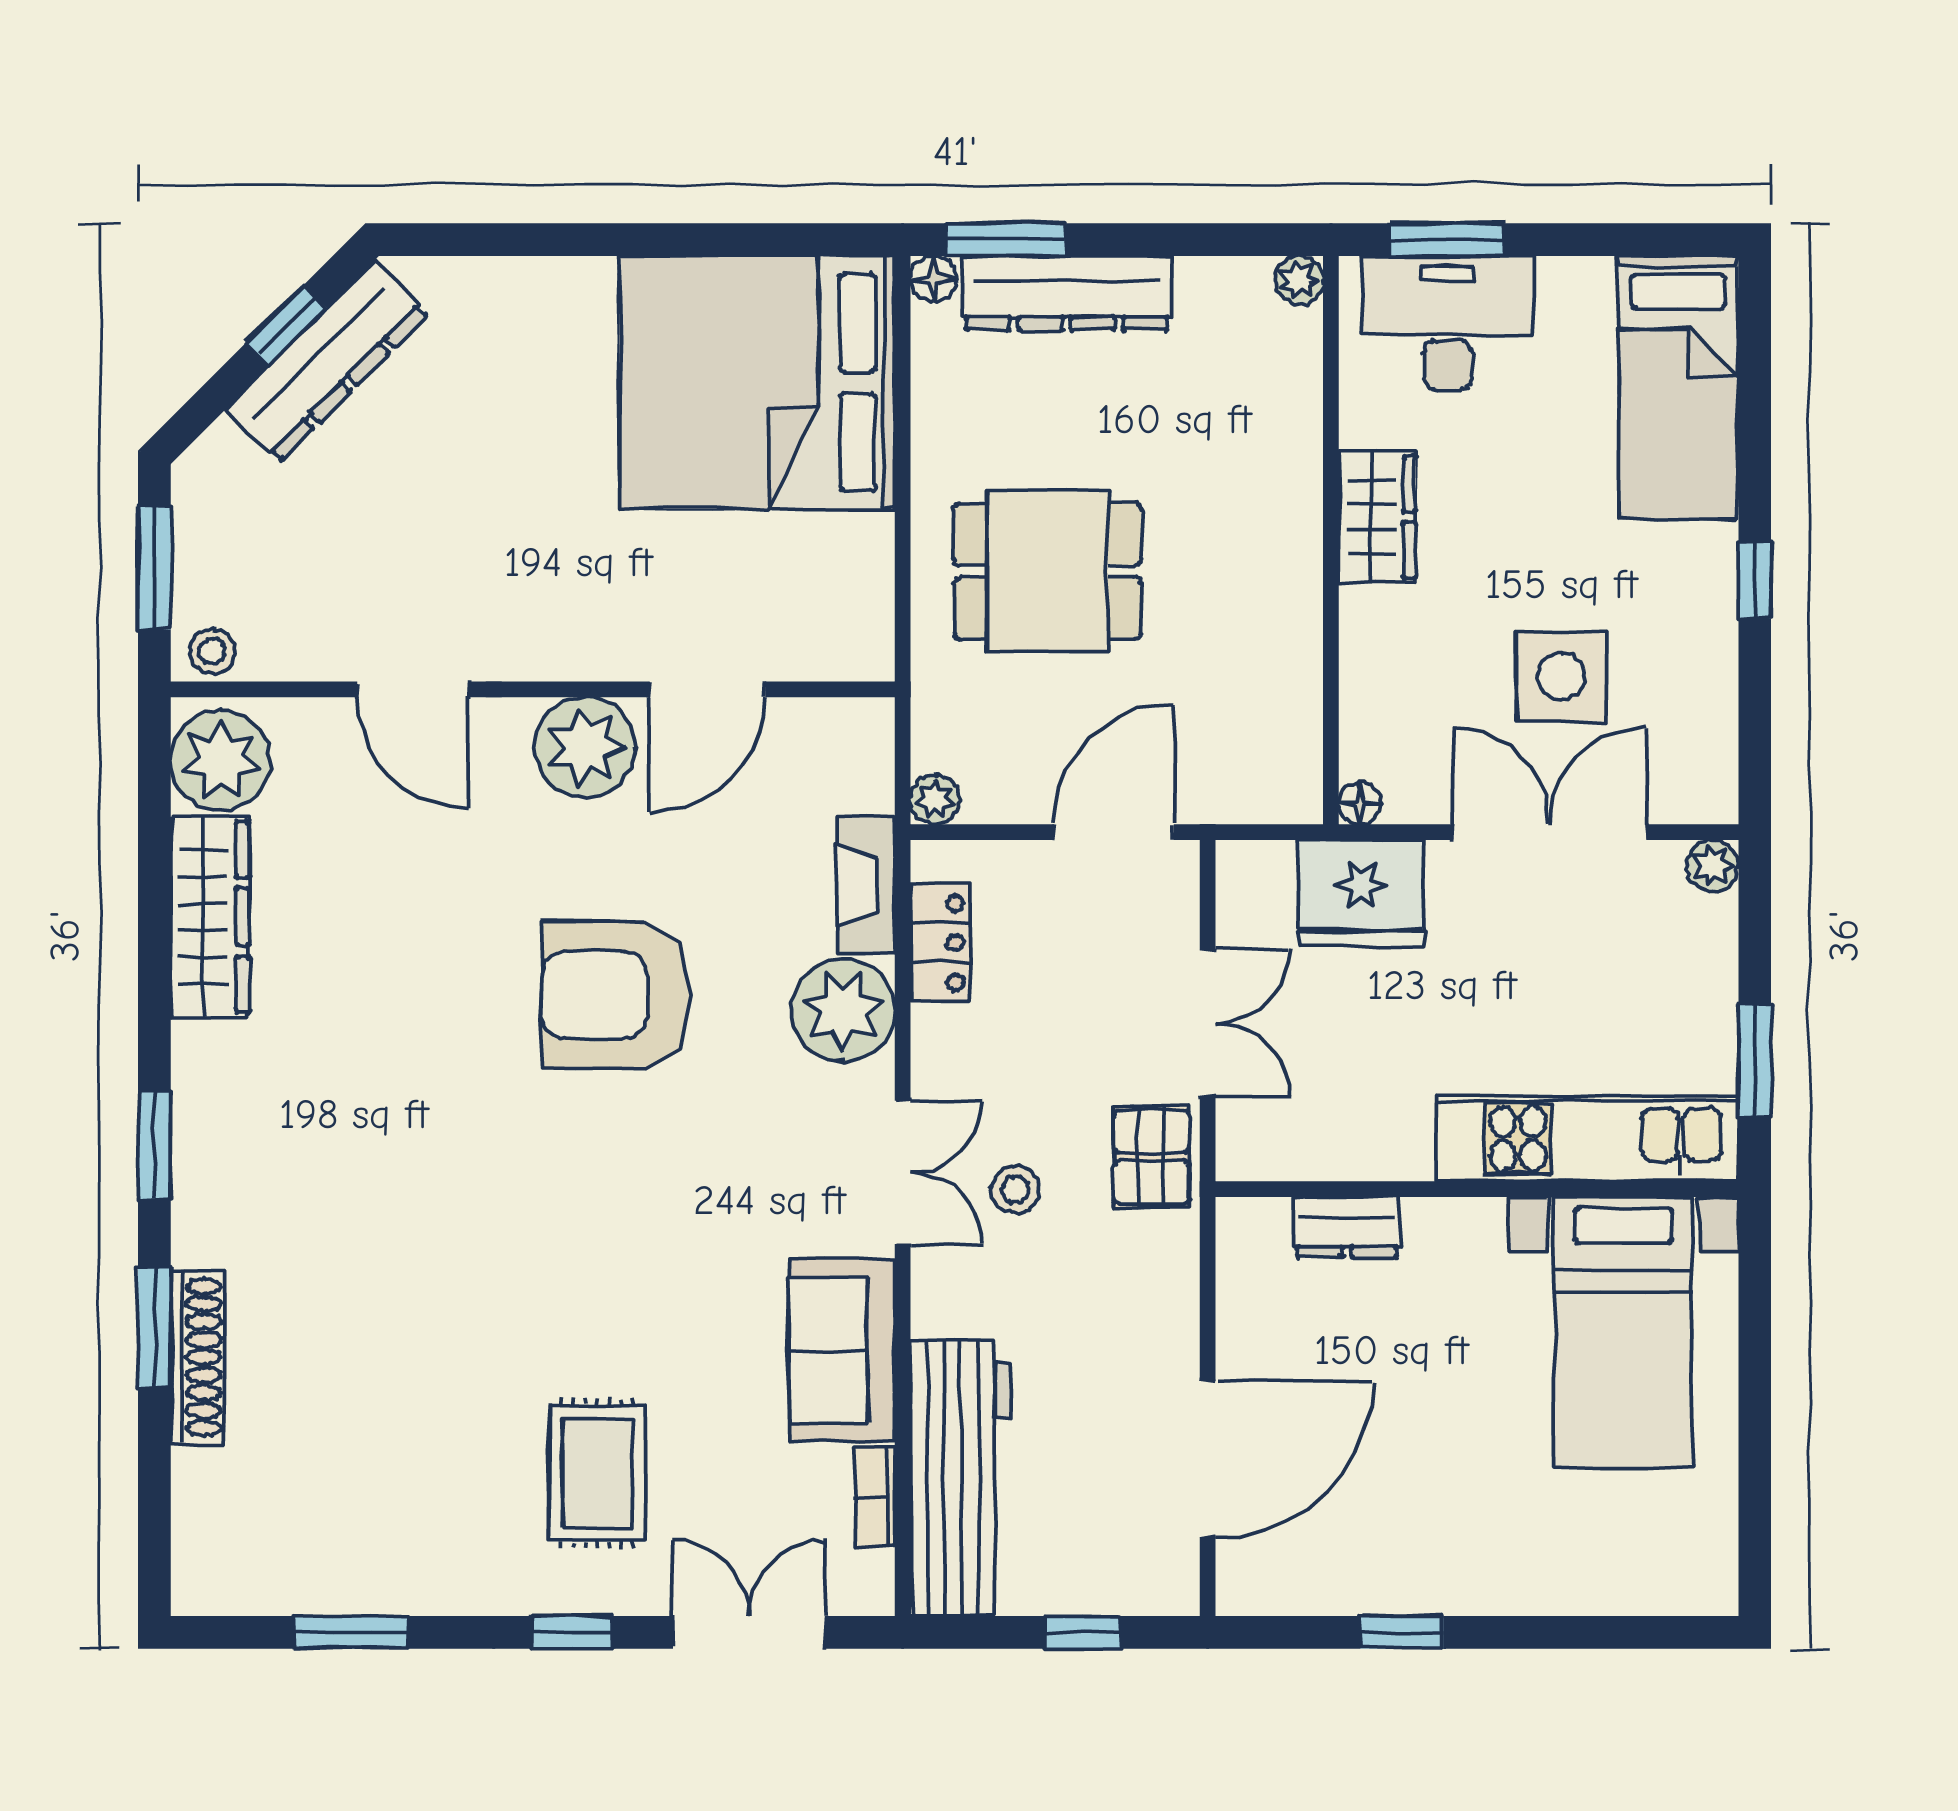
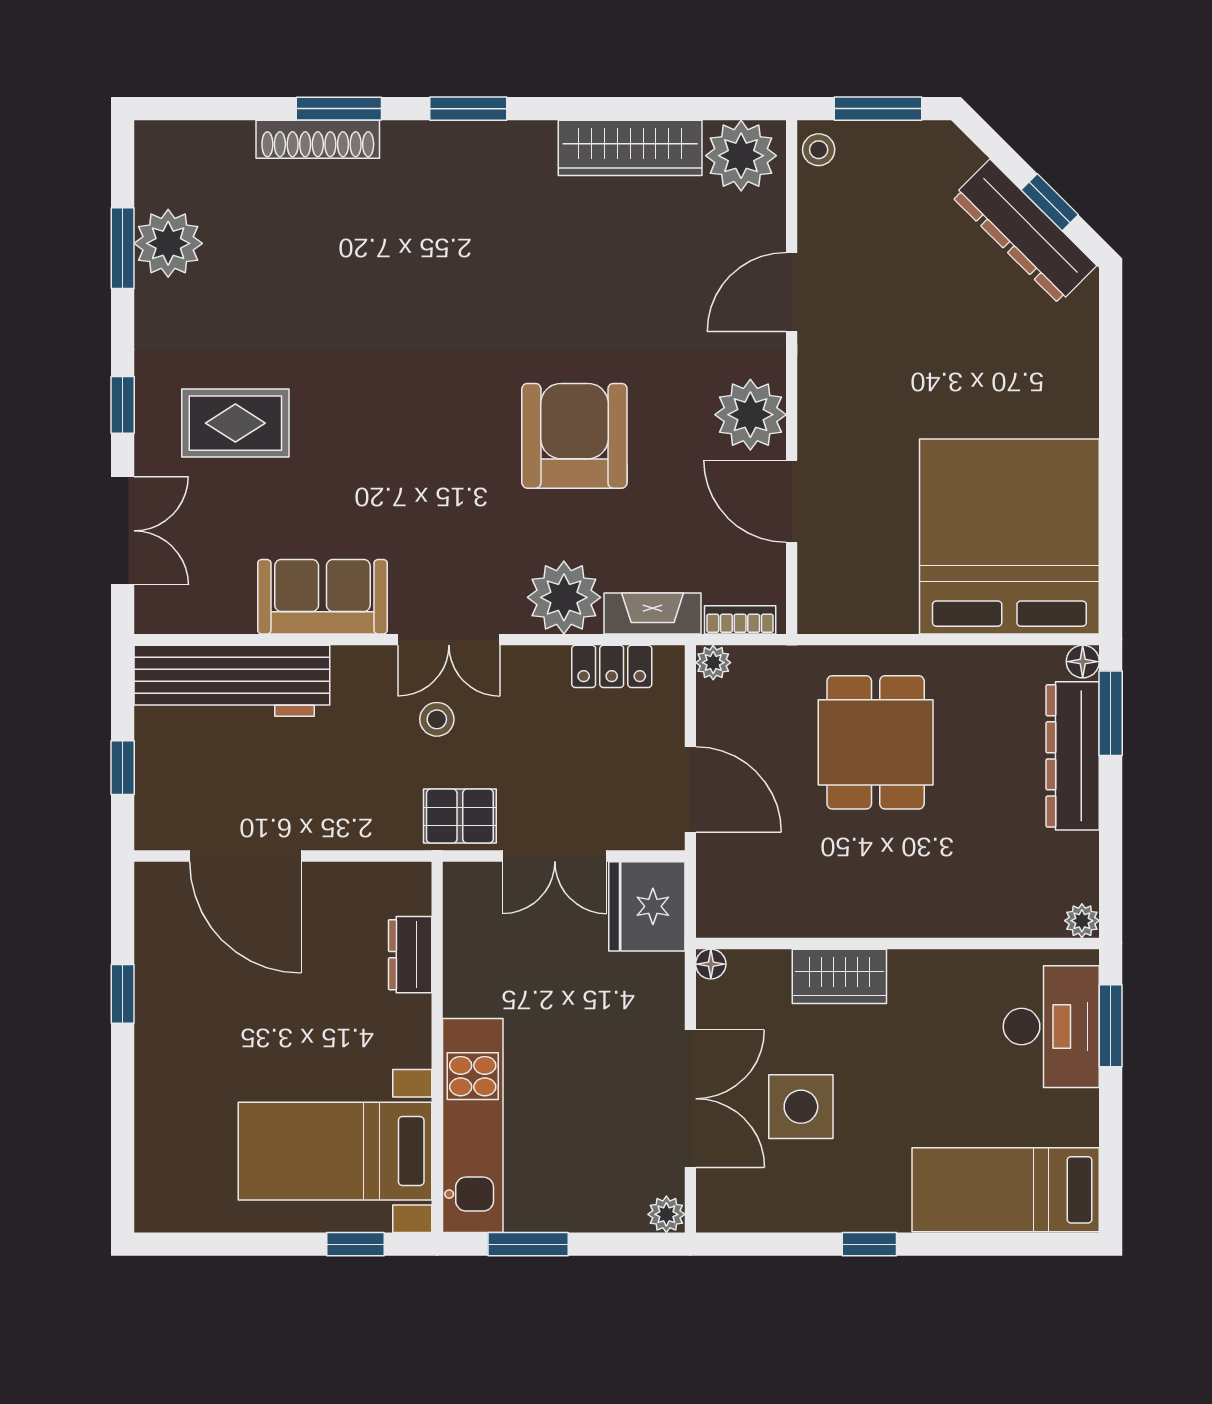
wardrobe: (1377, 517) -> (839, 976), moved
fridge: (1361, 893) -> (647, 906), moved
window: (1755, 1304) -> (355, 1244), added
bookcase: (875, 1497) -> (740, 620), moved
plant: (344, 1568) -> (168, 243), added

